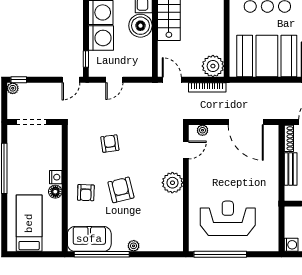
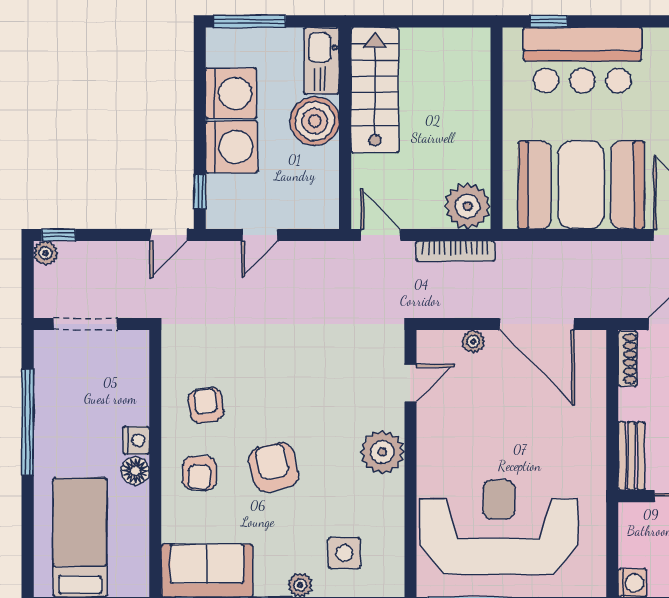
plant: (202, 130) -> (473, 341), moved
armchair: (110, 144) -> (206, 405), moved
bench: (291, 169) -> (631, 456), moved
reception desk: (228, 218) -> (499, 527), width x1.36, depth x1.30
side table: (154, 231) -> (344, 553), added

